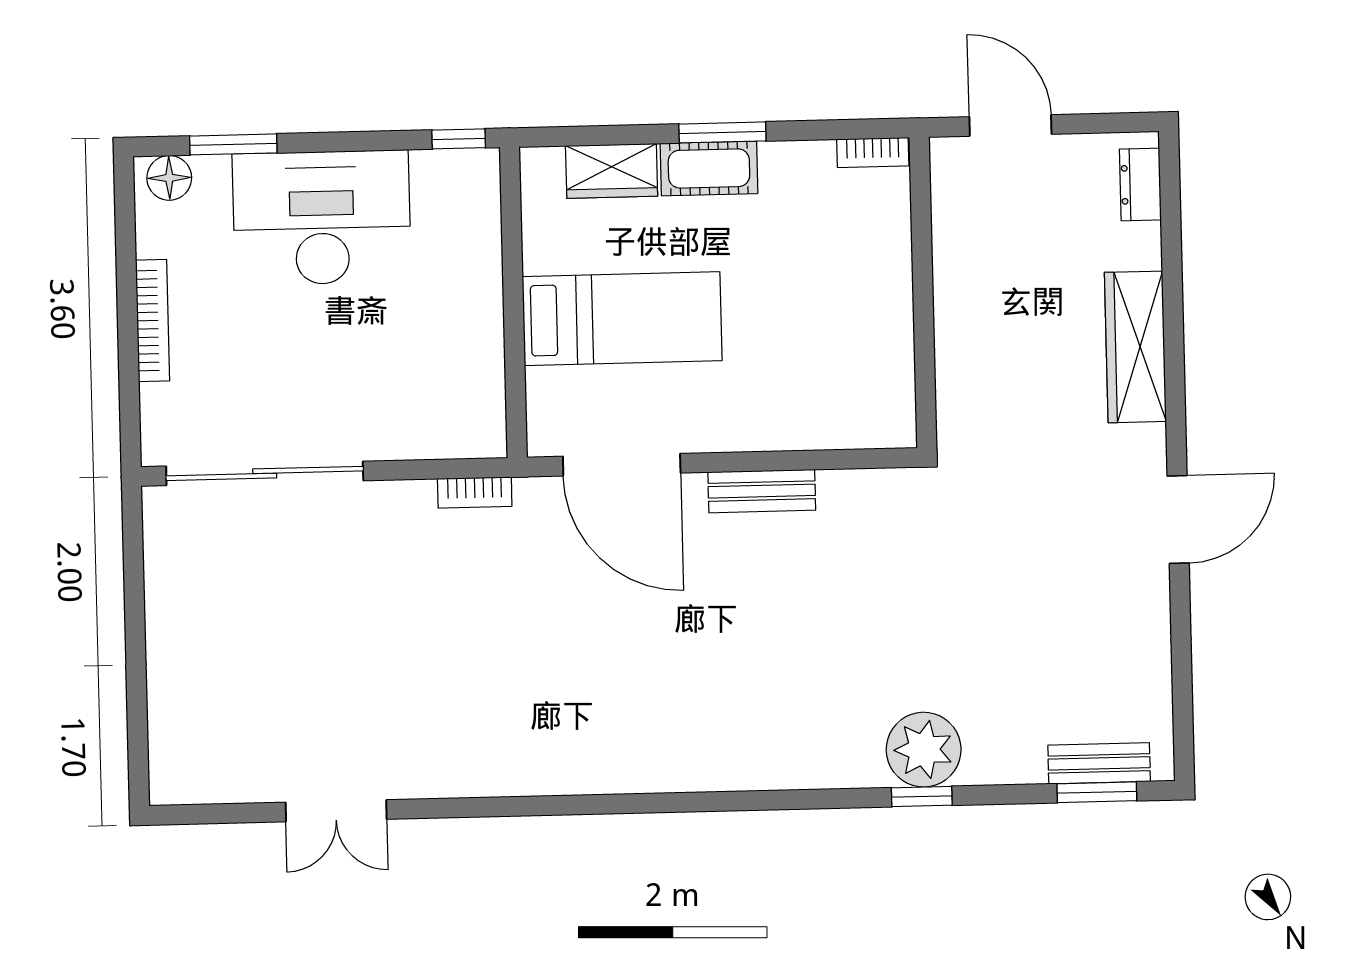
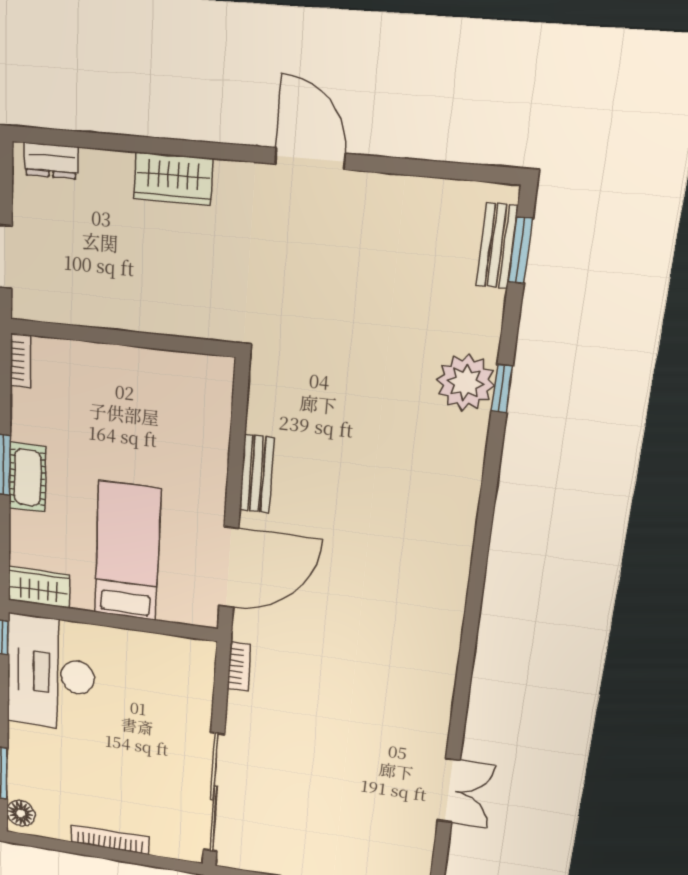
wardrobe: (612, 171) -> (39, 587), moved, turned -90
desk: (322, 218) -> (51, 673), moved
wardrobe: (1135, 347) -> (173, 179), width x0.67

